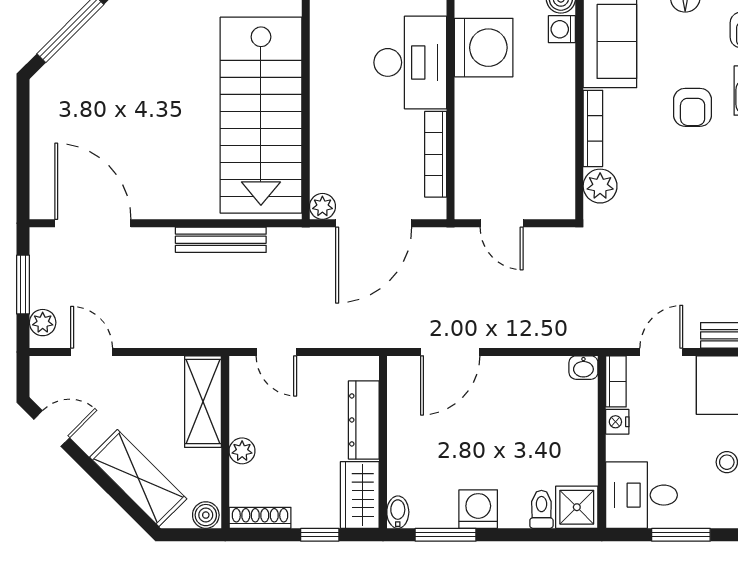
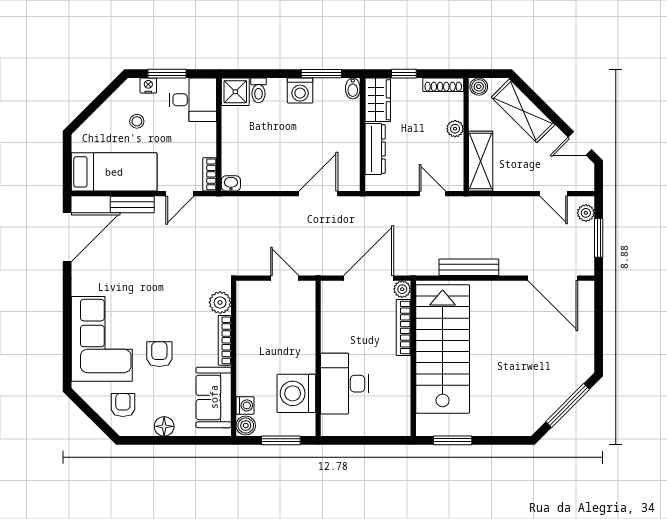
bookcase: (436, 154) -> (403, 327), moved, turned 180
nightstand: (617, 422) -> (148, 86), moved, turned -90

